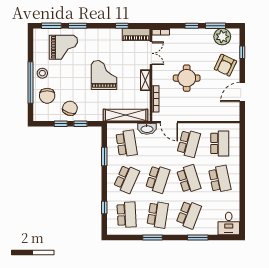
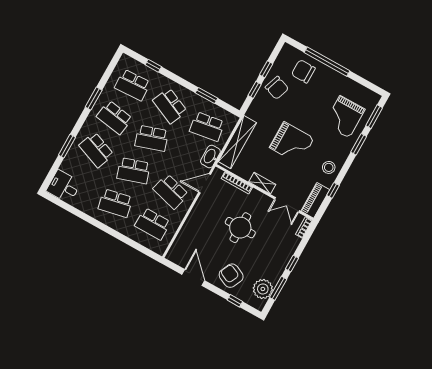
stool: (42, 73) -> (329, 167), moved
school desk: (158, 179) -> (152, 138), turned -36

